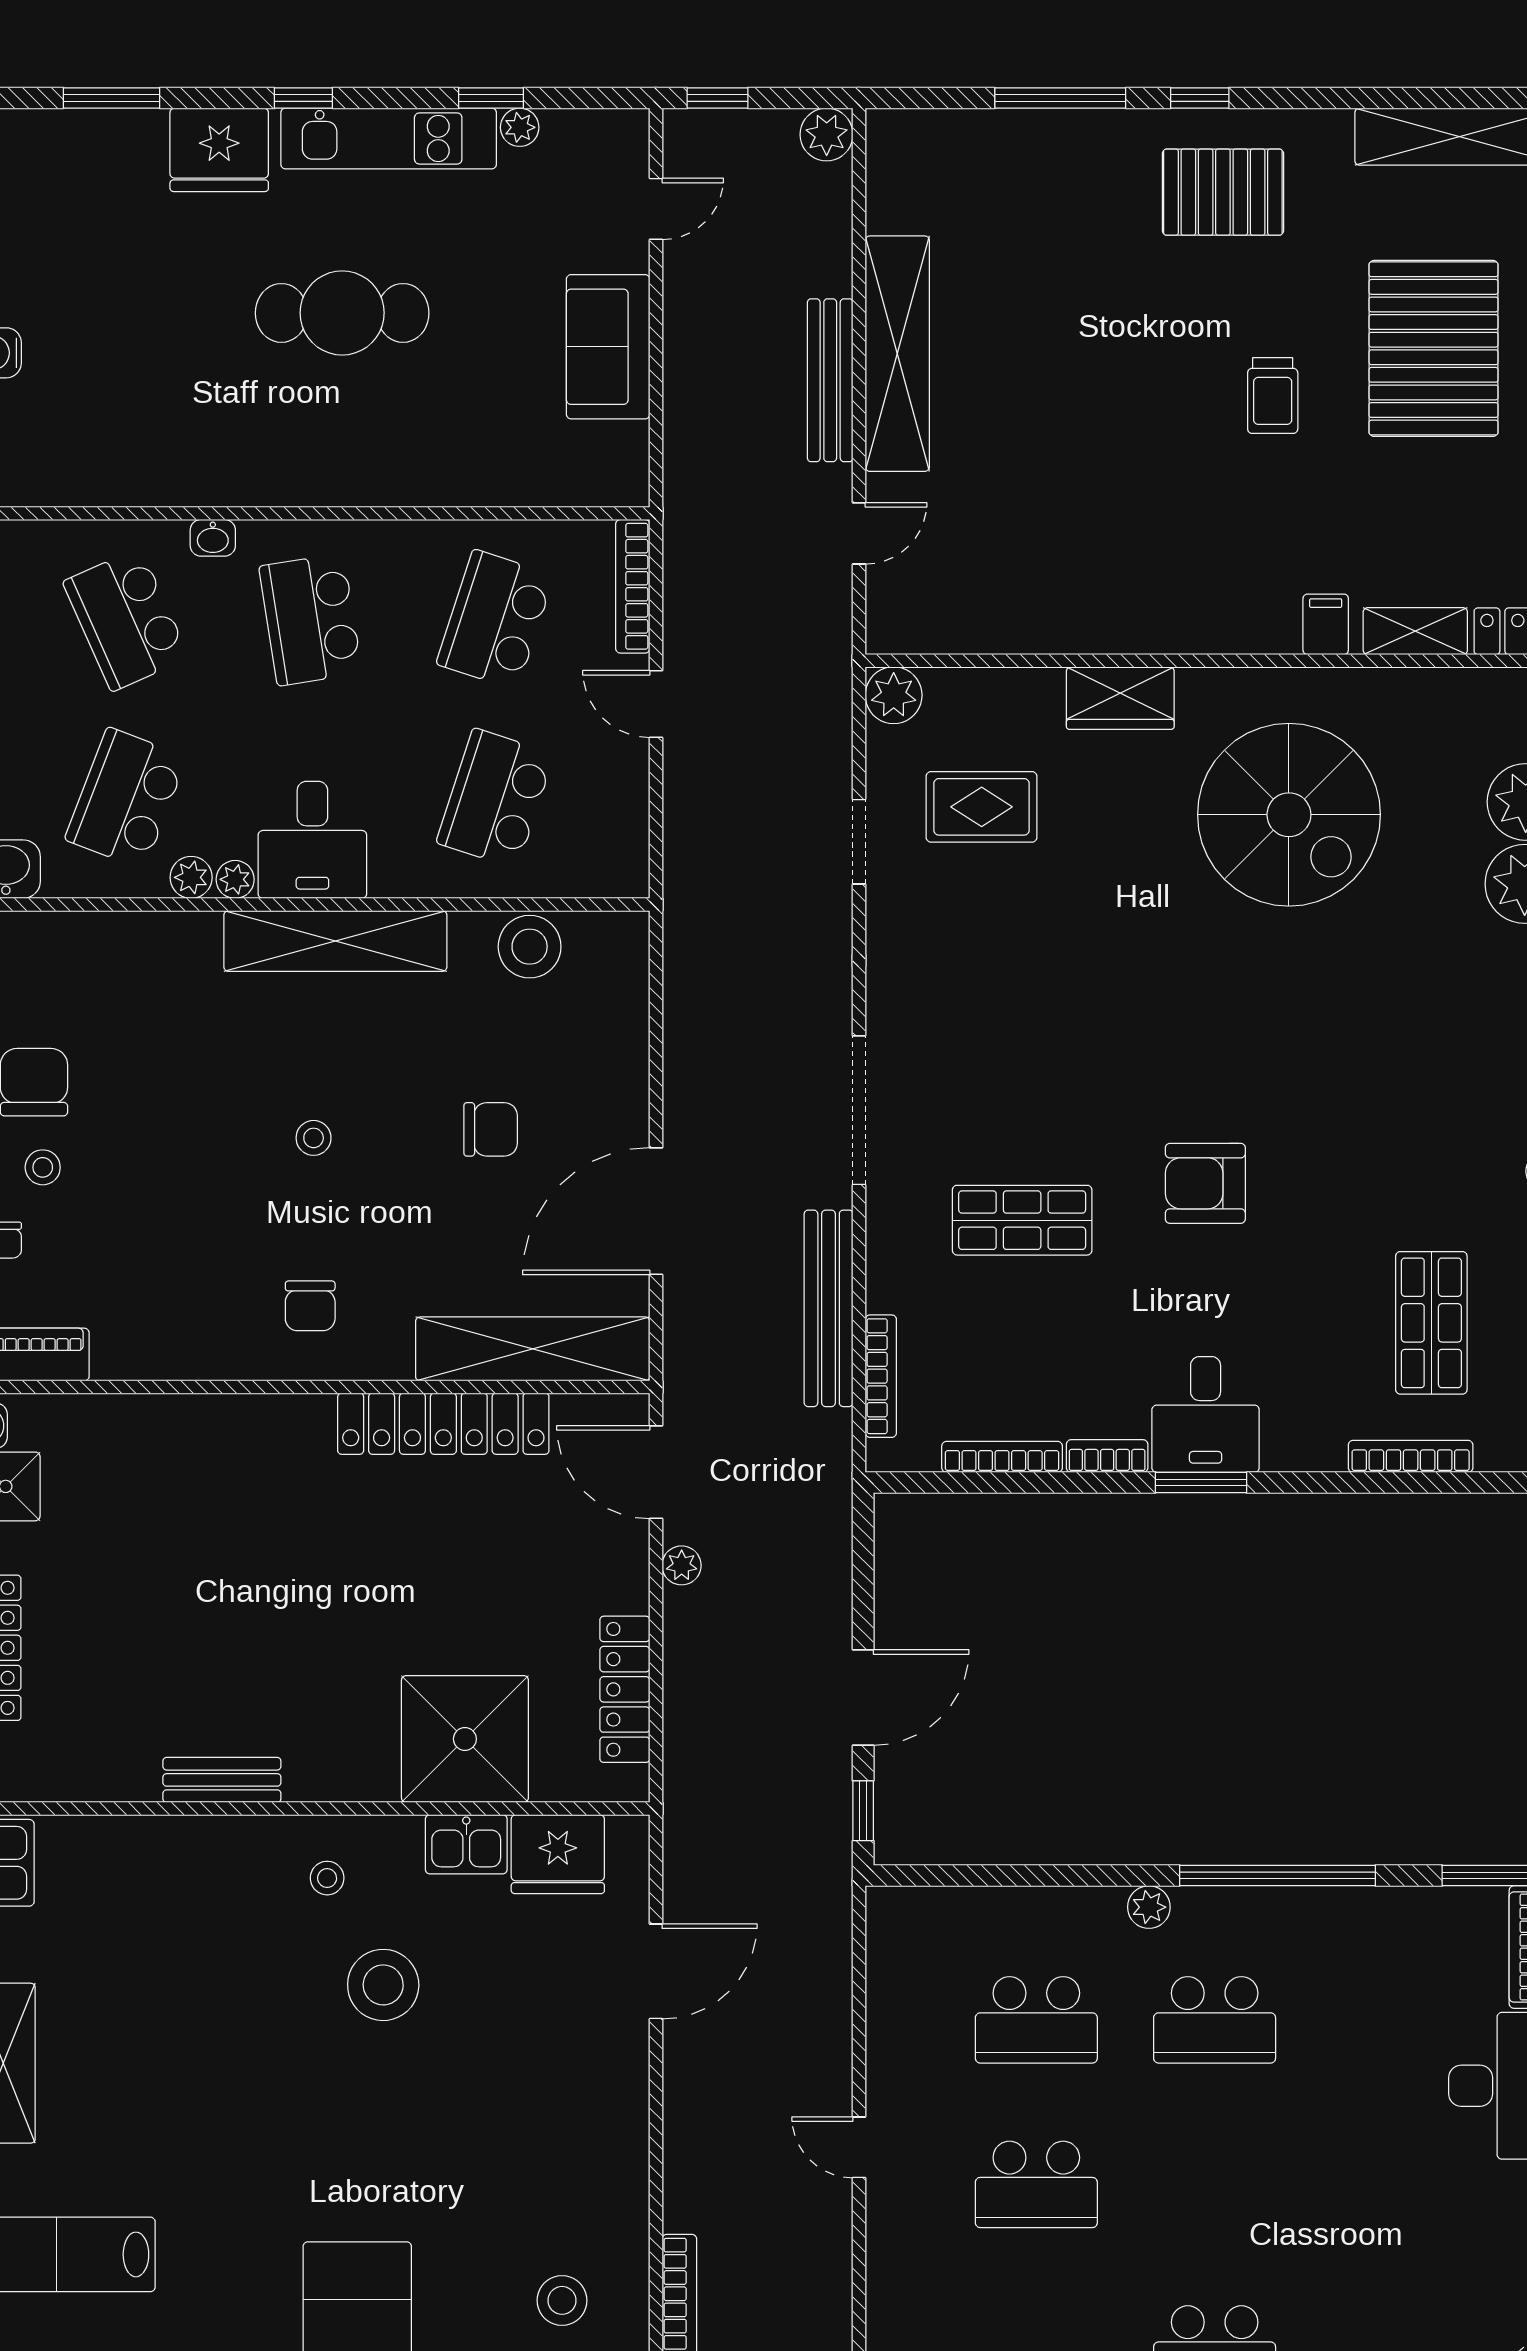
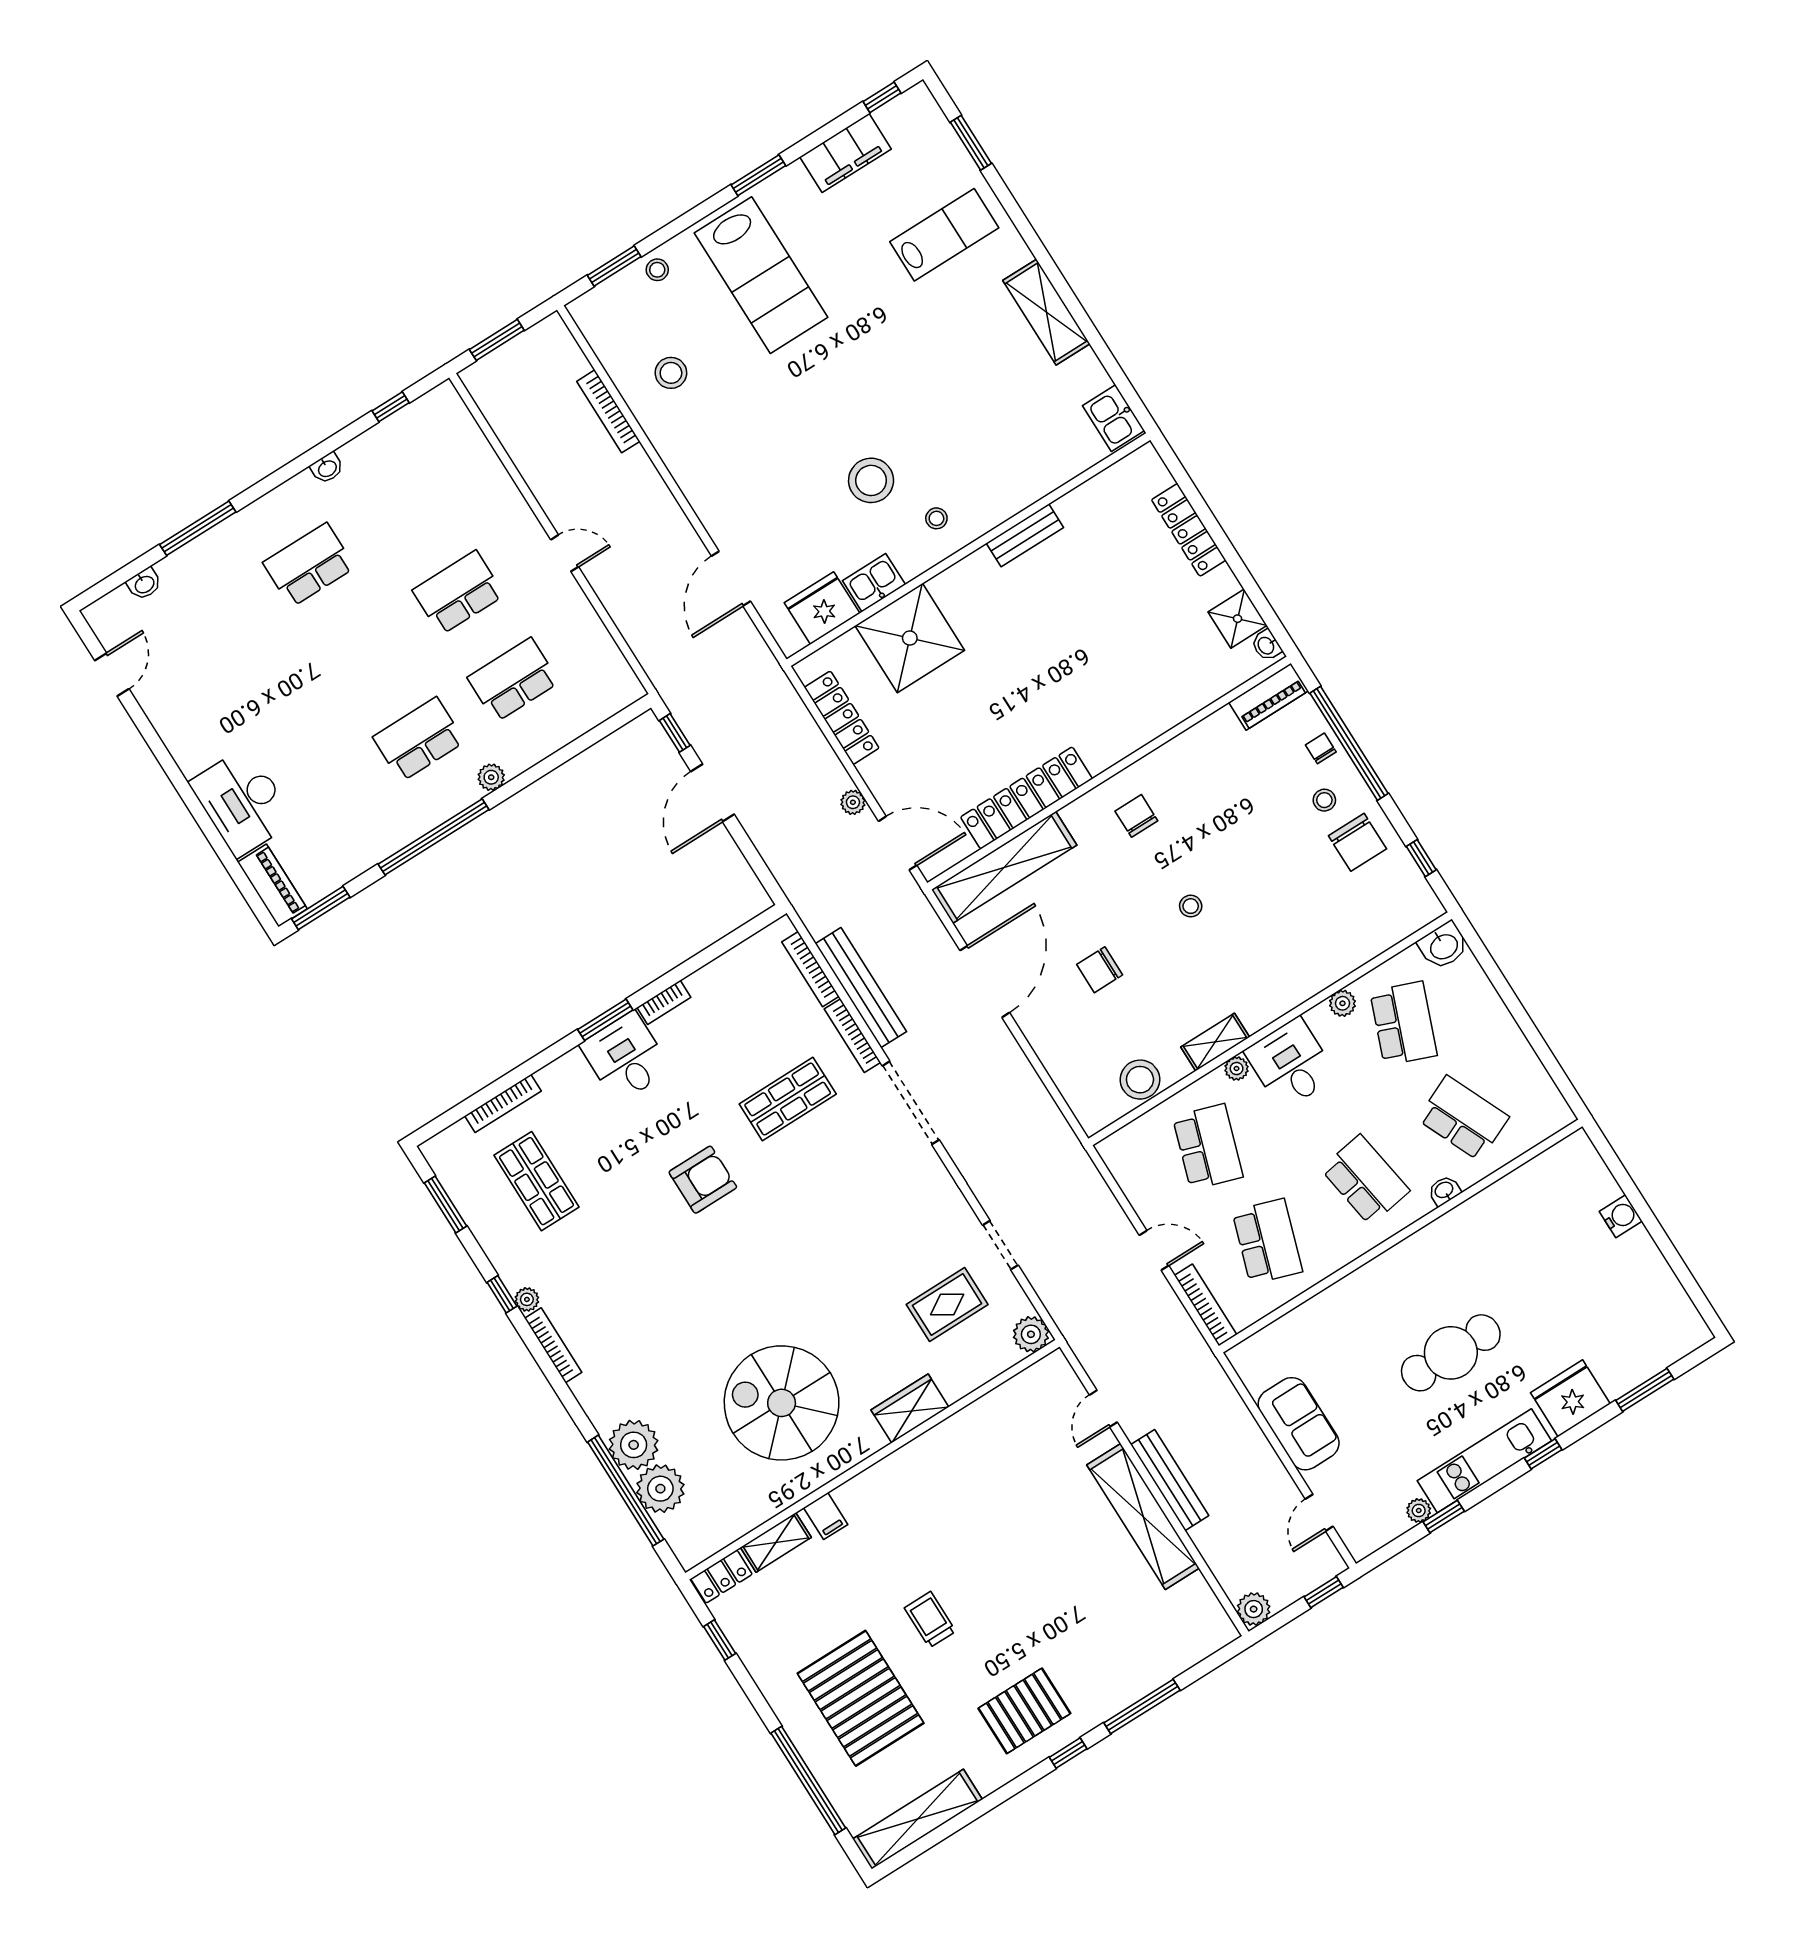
plant: (235, 879) -> (1237, 1069), moved
shelving: (335, 941) -> (1215, 1042), width x0.45, depth x0.75
bookcase: (1002, 1457) -> (852, 1036), moved, turned 90

